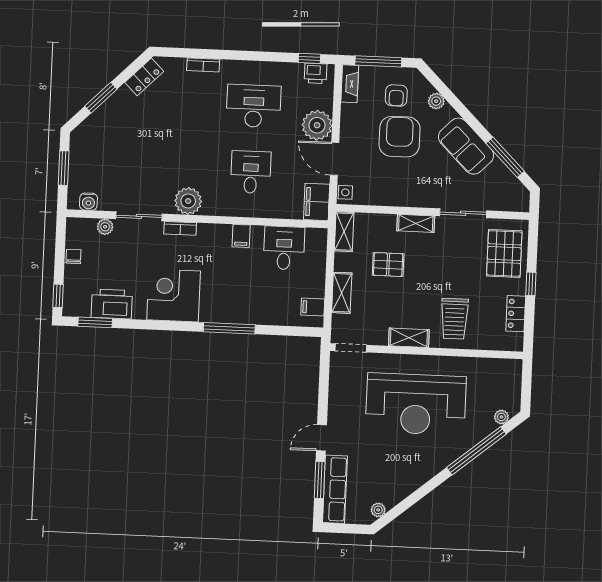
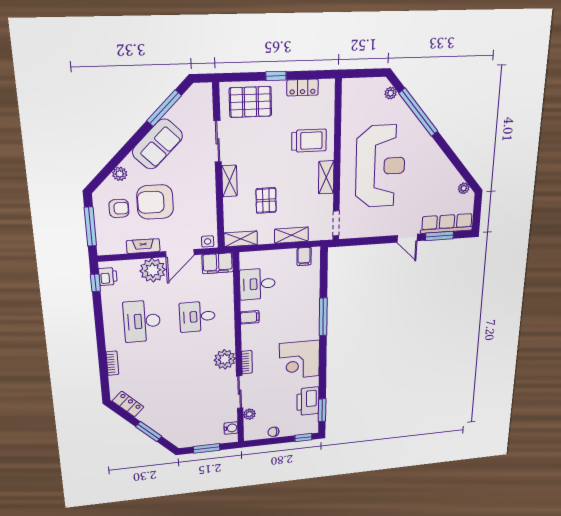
fireplace: (350, 84) -> (143, 246), moved

